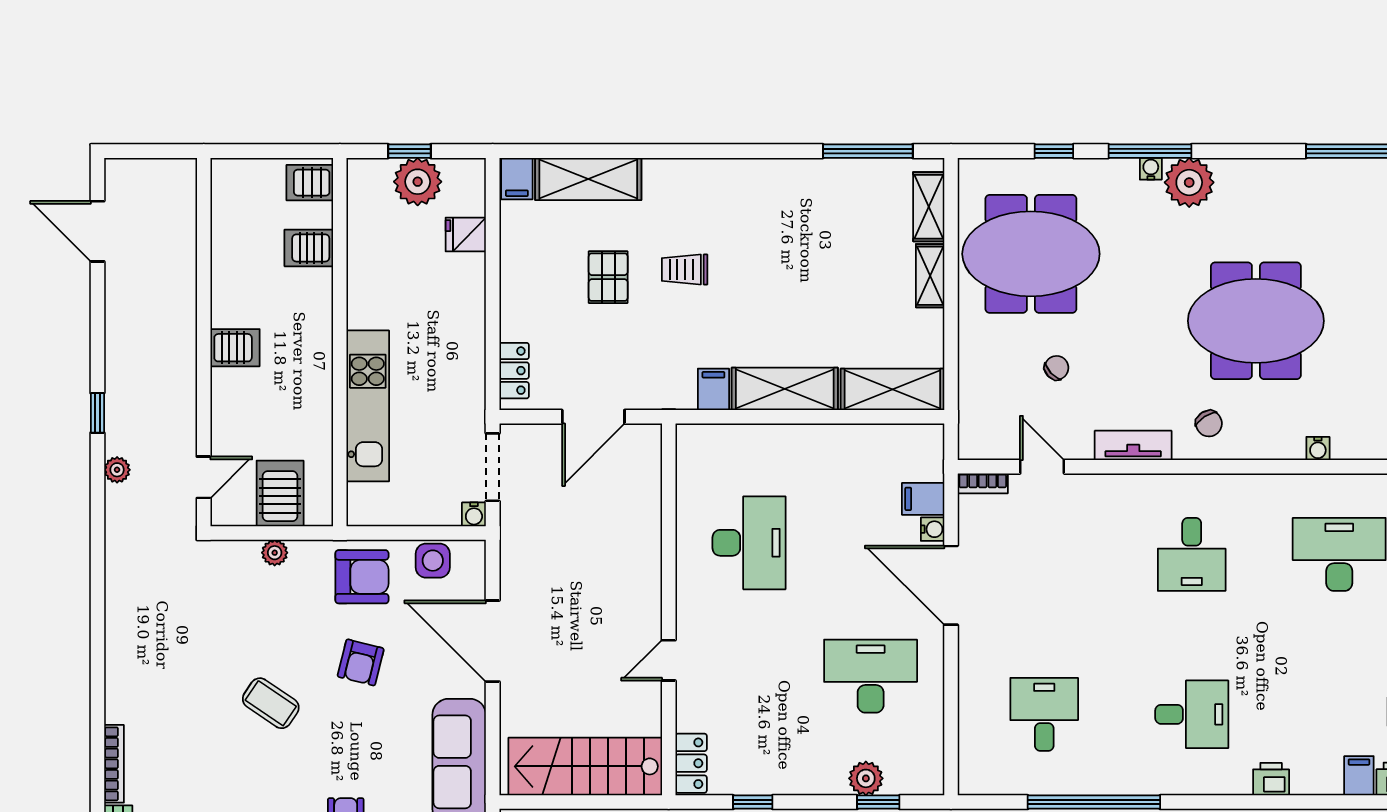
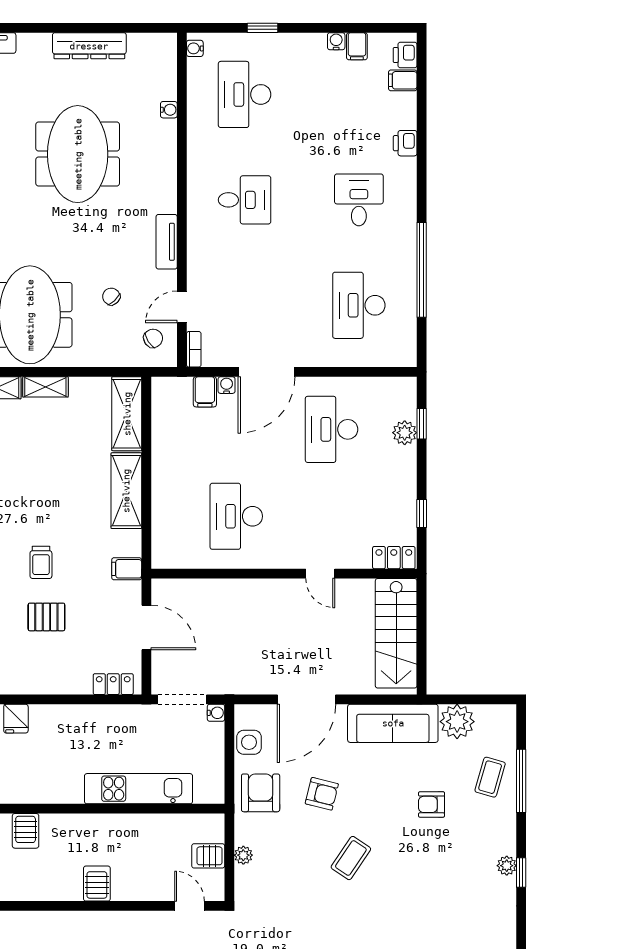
filing cabinet: (713, 389) -> (127, 569), moved
chair: (1209, 424) -> (153, 338), moved
server rack: (280, 494) -> (208, 856), width x0.73, depth x0.70
desk: (749, 543) -> (236, 516), turned -90
desk: (1044, 714) -> (359, 305), width x1.37

